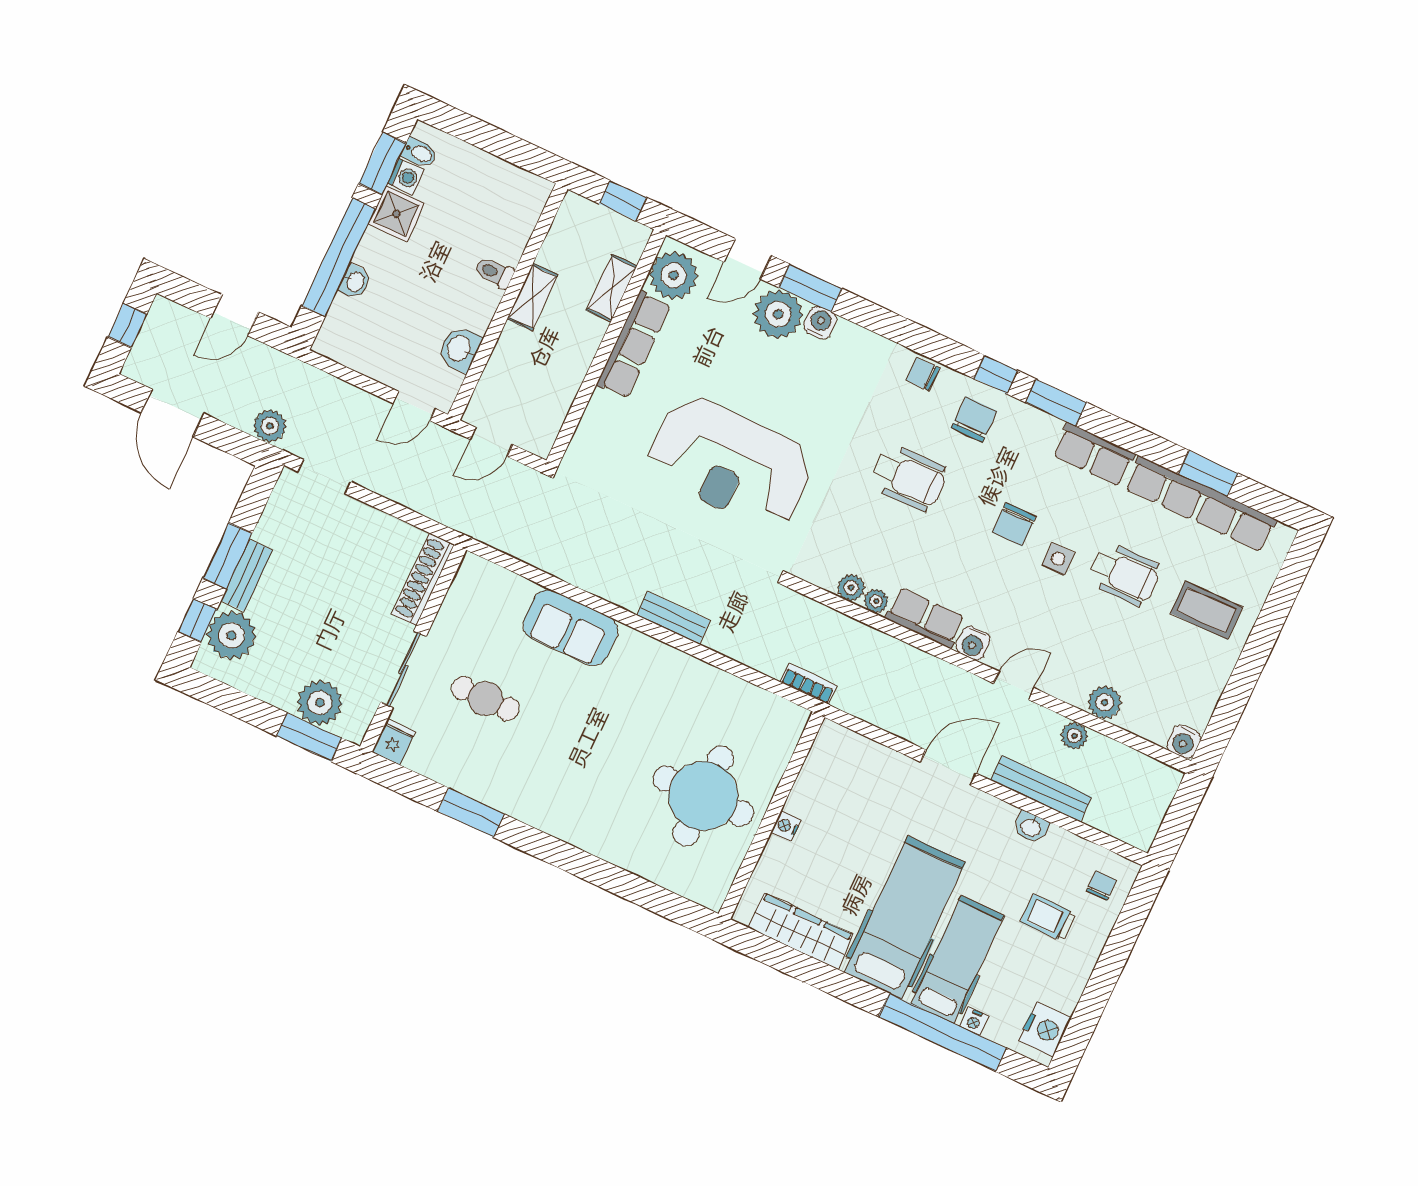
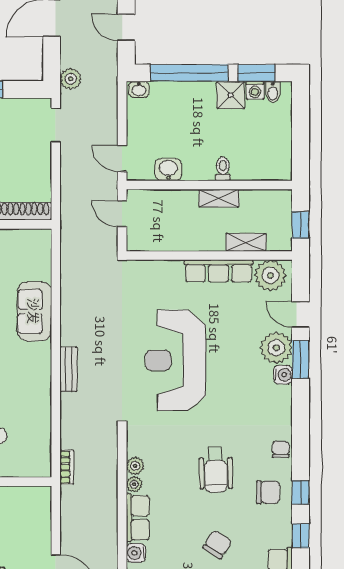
washbasin: (355, 282) -> (139, 89), moved
window: (1056, 403) -> (301, 536), width x0.67
chair: (1014, 524) -> (217, 544), turned 122

